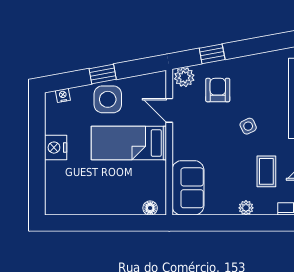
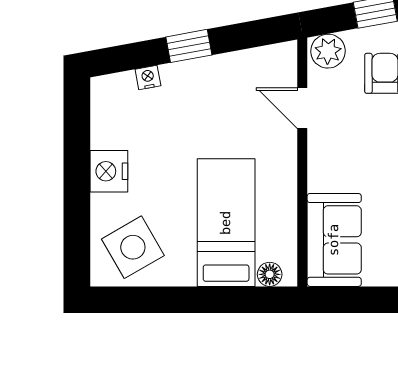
nightstand: (63, 95) -> (148, 78), moved
side table: (108, 99) -> (133, 247), moved, turned -30
bed: (129, 143) -> (226, 223), moved, turned 90

